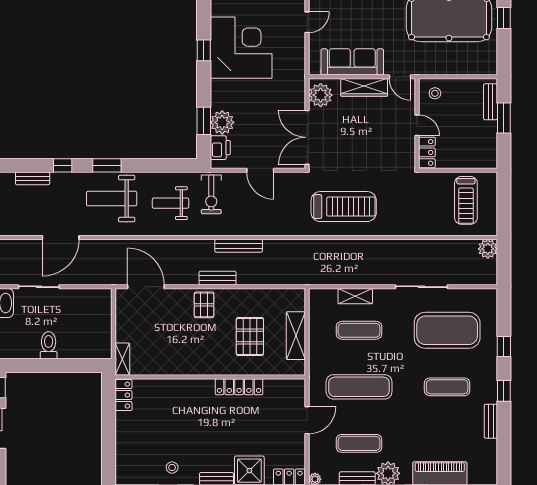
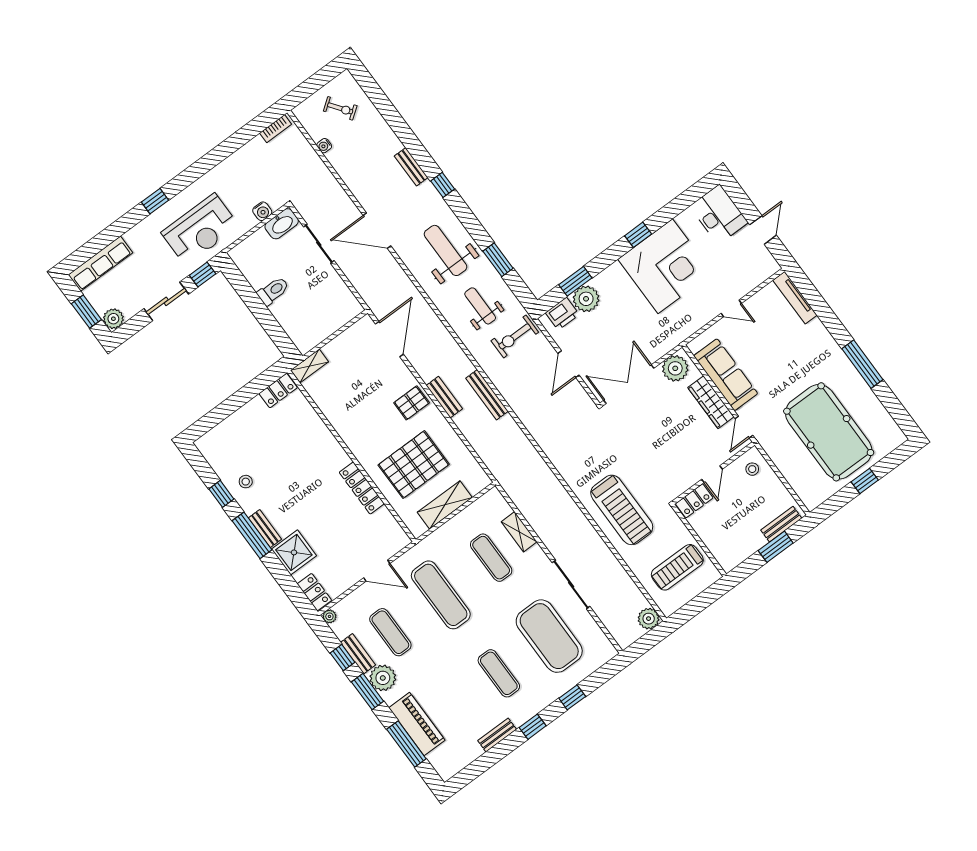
window: (107, 165) -> (498, 260), moved
treadmill: (344, 207) -> (622, 510), moved
pallet: (250, 336) -> (414, 465), width x1.37, depth x1.41

